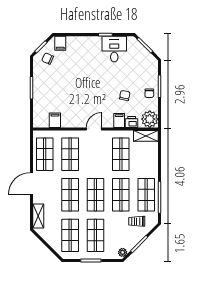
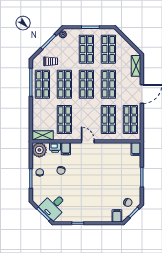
desk: (114, 49) -> (53, 206), moved, turned 45
filing cabinet: (55, 120) -> (136, 149), moved
door: (94, 129) -> (88, 141), swing flipped

